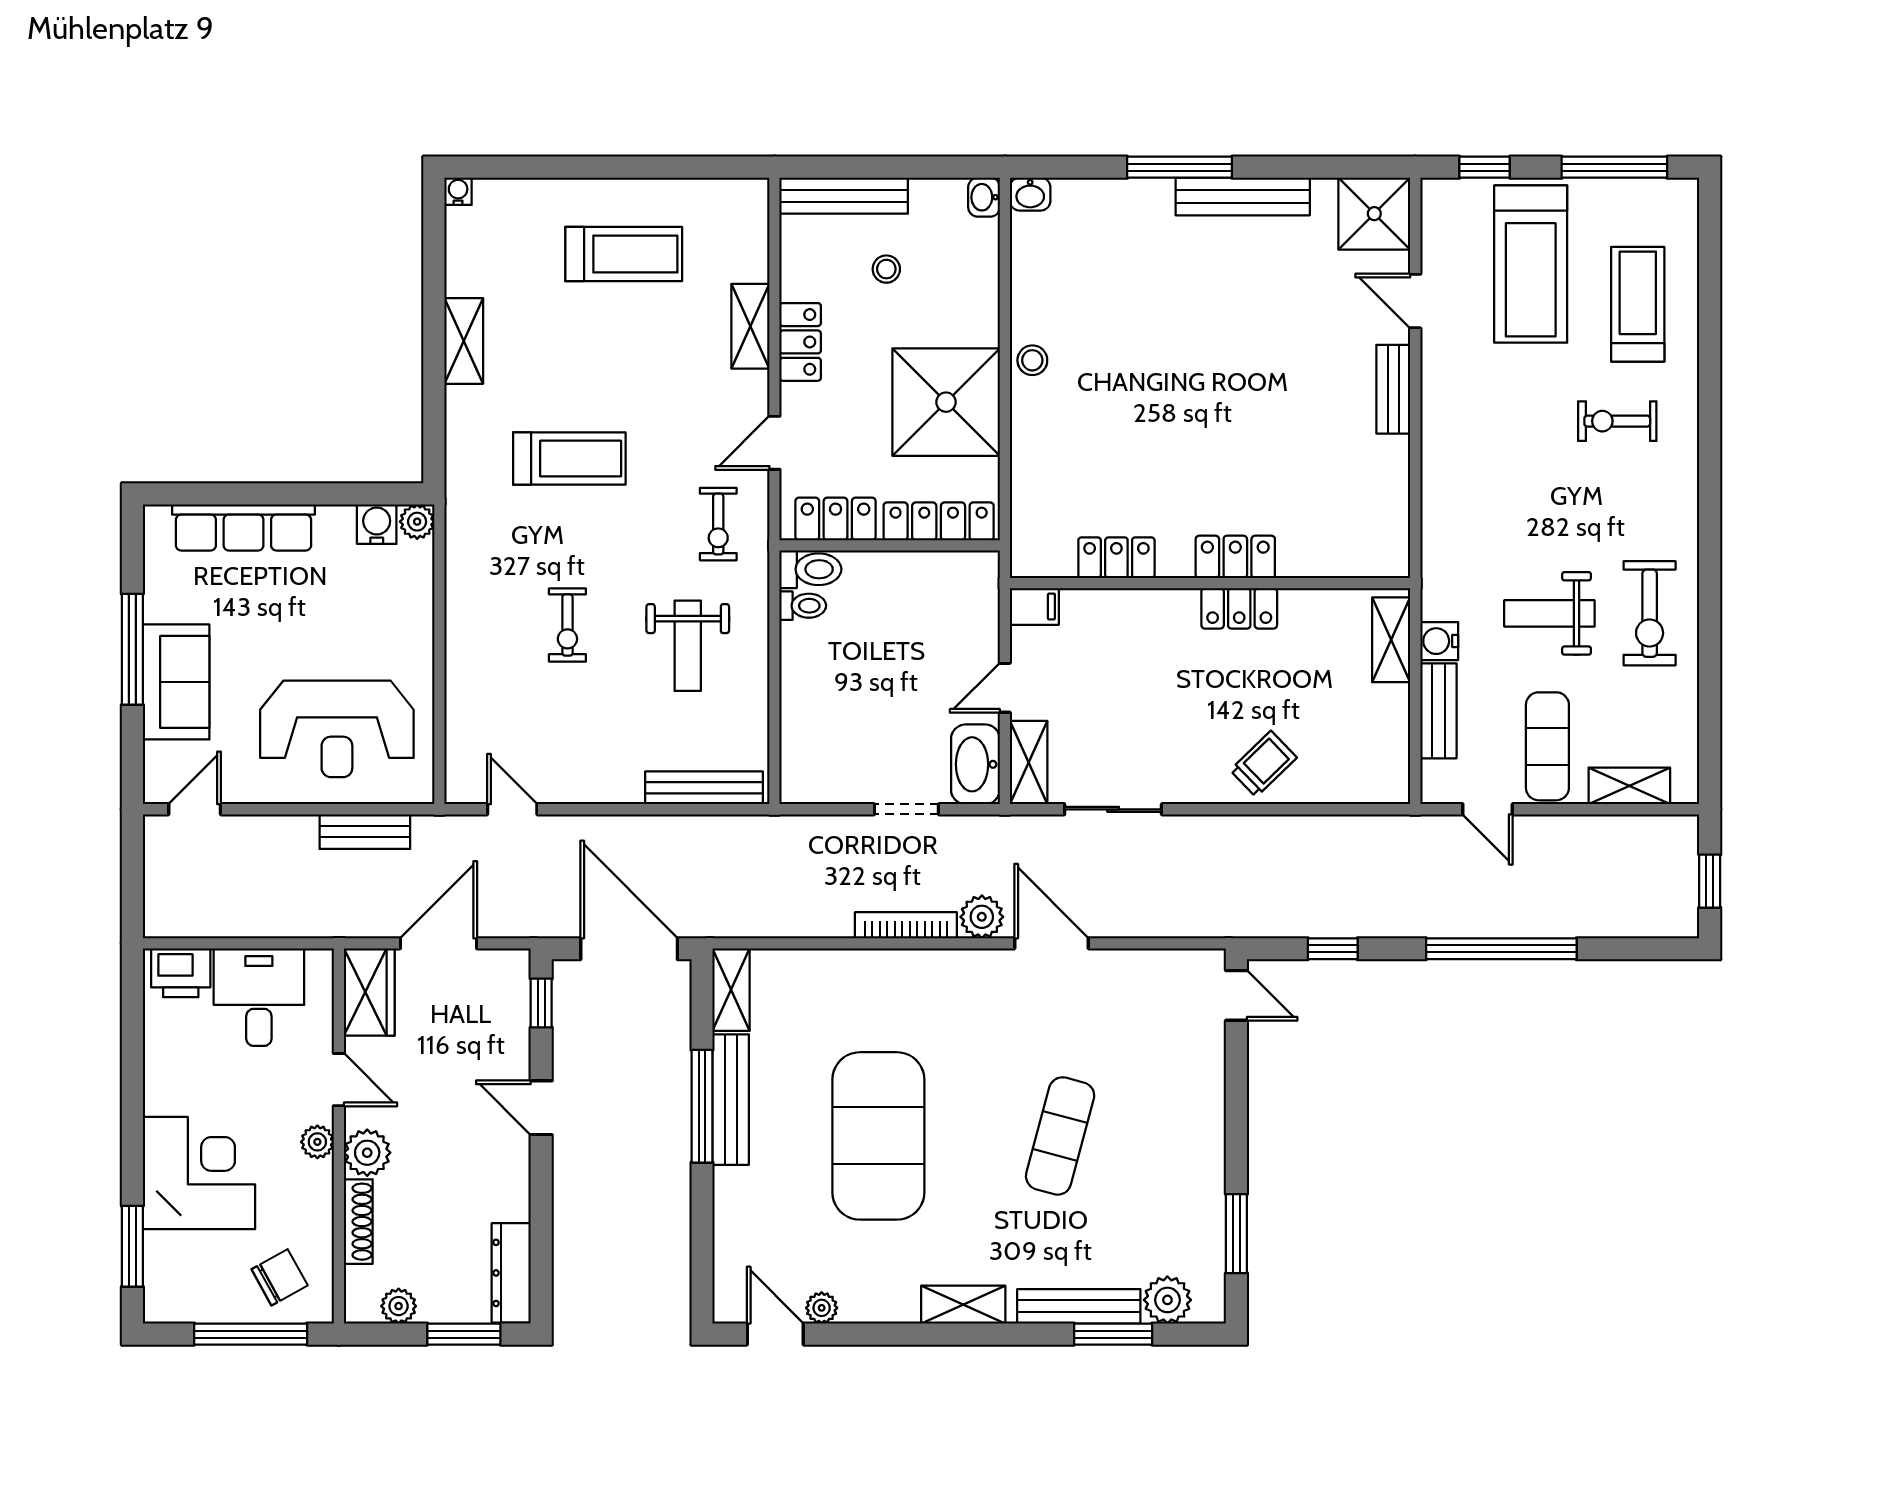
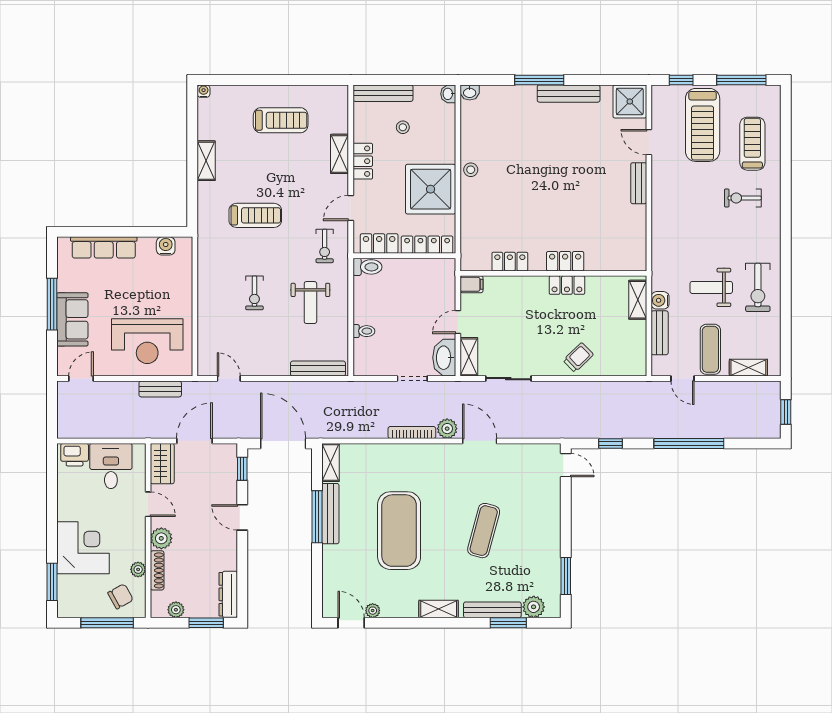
plant: (417, 522) -> (184, 245), removed
toilet: (803, 606) -> (364, 331), moved
plant: (317, 1142) -> (138, 569), moved

